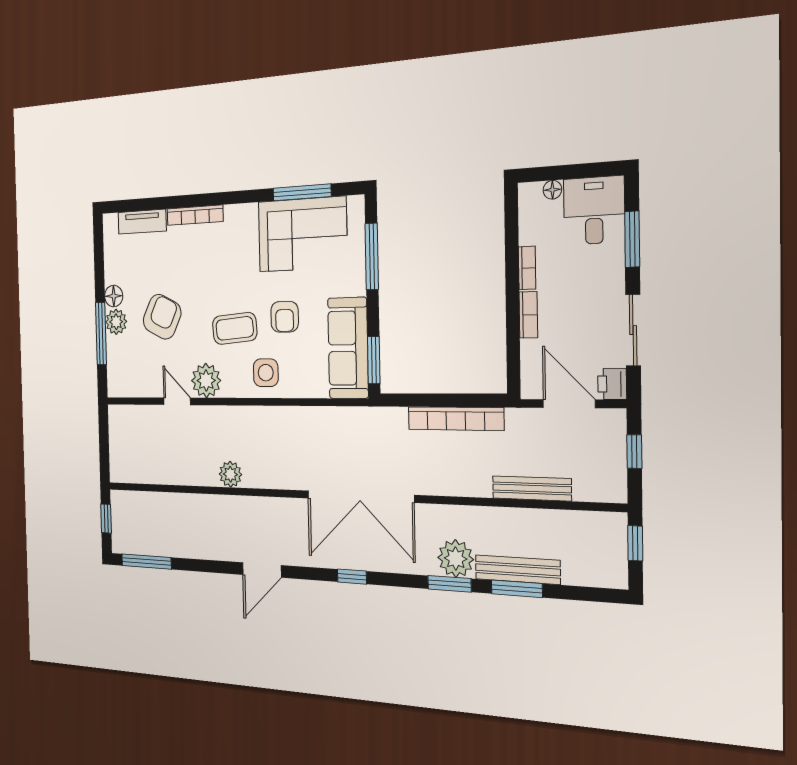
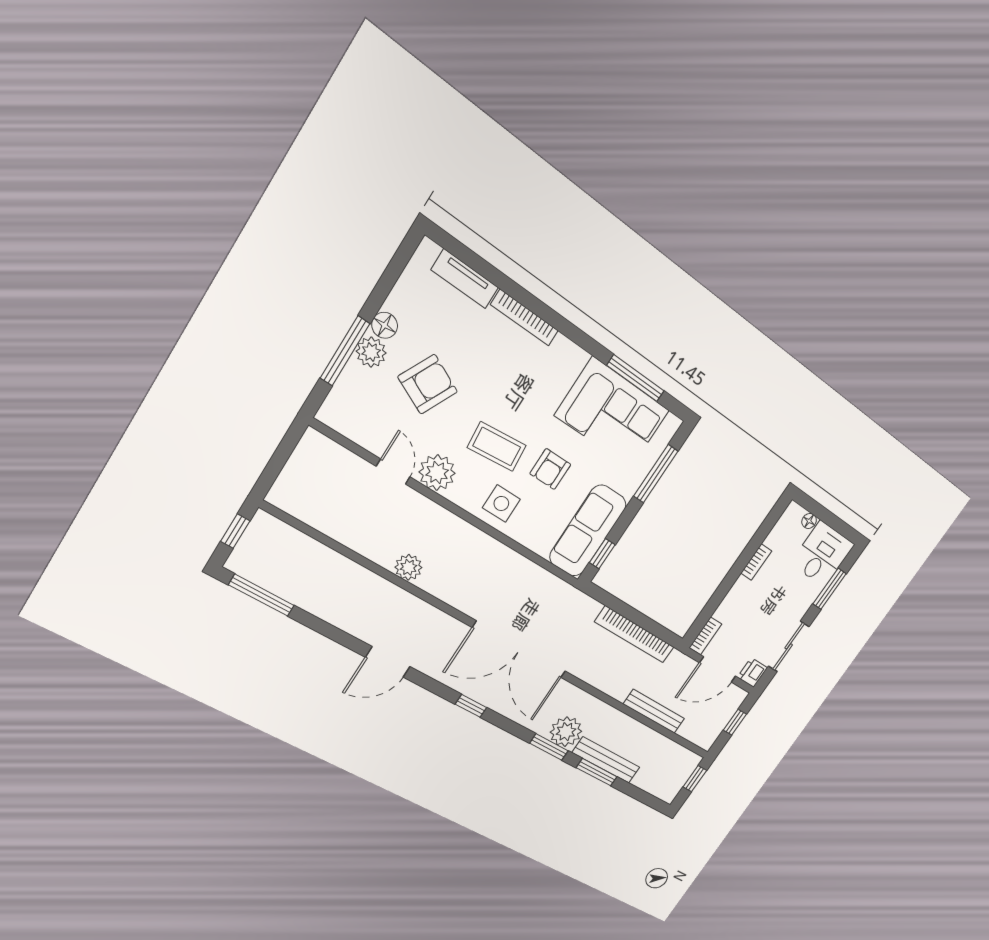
bookcase: (528, 315) -> (705, 636), moved
window: (374, 360) -> (602, 554), width x0.67
door: (569, 404) -> (718, 669), swing flipped

